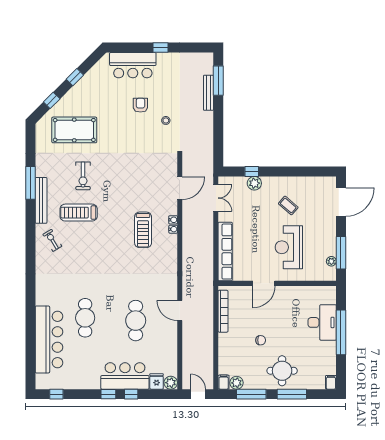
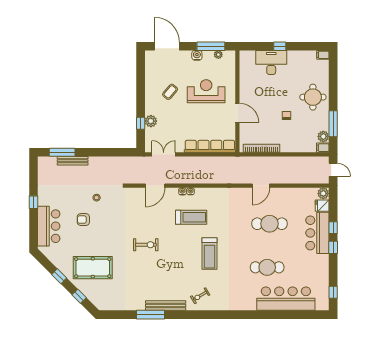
pool table: (74, 130) -> (93, 268), moved, turned 90
exercise bike: (83, 176) -> (146, 245), moved
door: (180, 188) -> (155, 186), swing flipped
treadmill: (79, 213) -> (209, 253), moved
water cooler: (330, 237) -> (197, 55), added
reception desk: (289, 247) -> (206, 91), turned 180
window: (341, 332) -> (280, 46), width x0.32
door: (198, 394) -> (333, 170), swing flipped
window: (292, 394) -> (333, 89), removed

